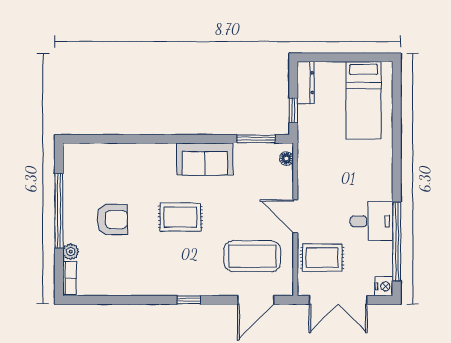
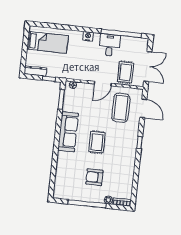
sofa: (205, 159) -> (68, 132), width x1.36
armchair: (112, 220) -> (94, 177), turned -90
nightstand: (384, 286) -> (88, 36), moved

